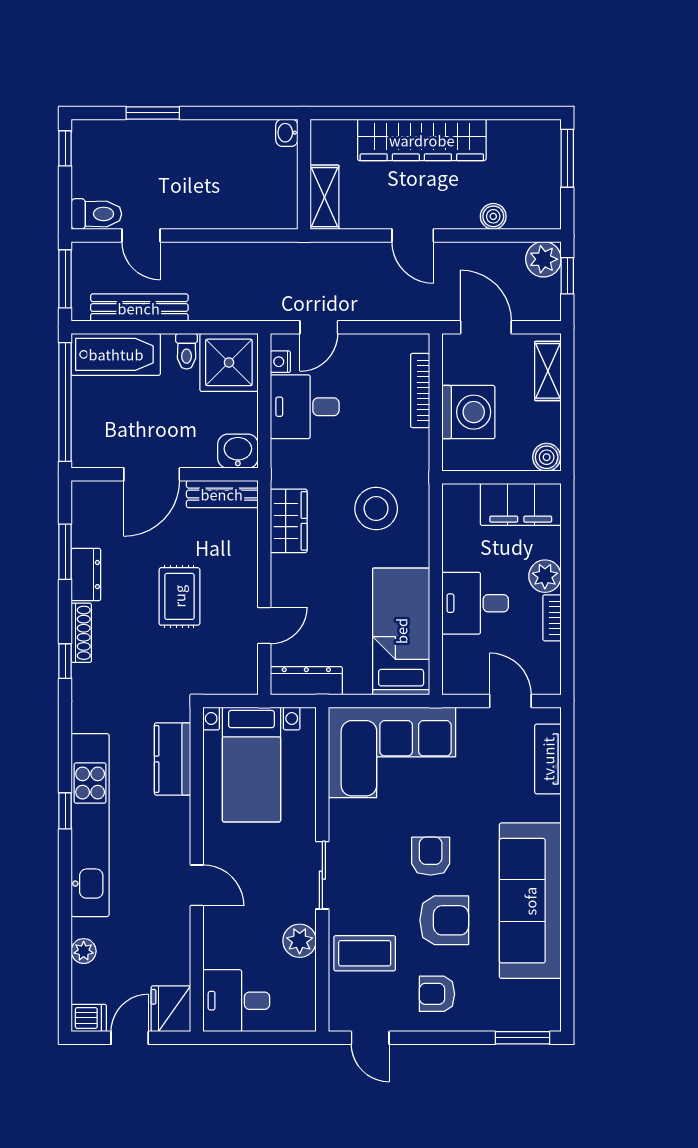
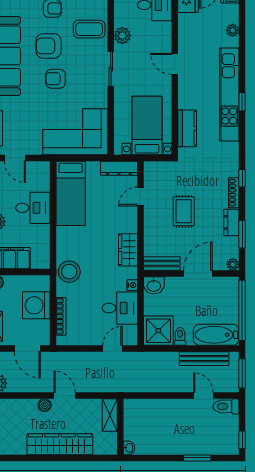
boiler: (493, 216) -> (45, 405), moved
nightstand: (280, 362) -> (132, 285), moved
plant: (83, 492) -> (233, 264), added
stool: (376, 509) -> (69, 272), moved
armchair: (431, 856) -> (56, 79), turned 90

